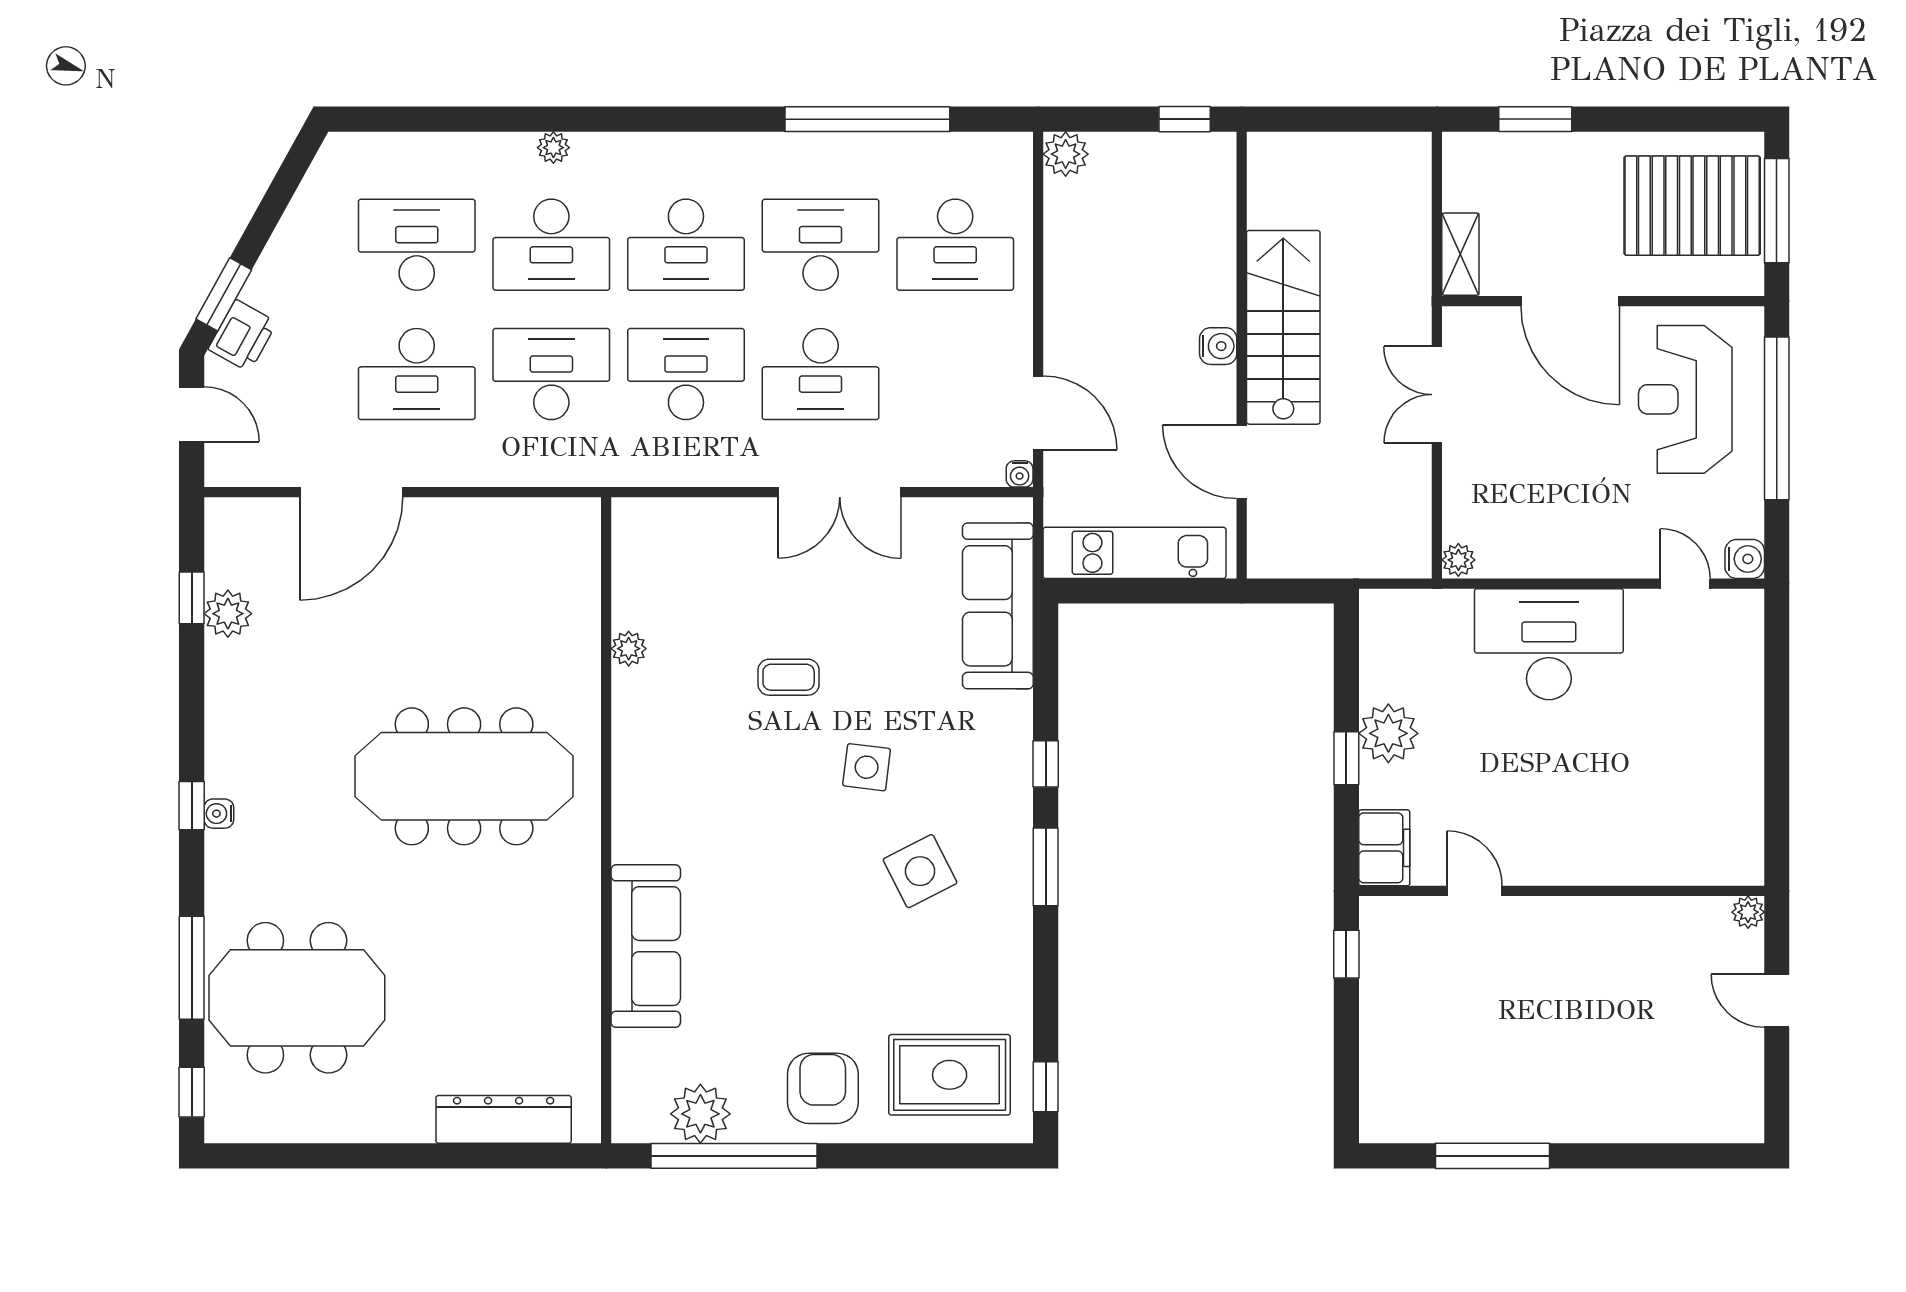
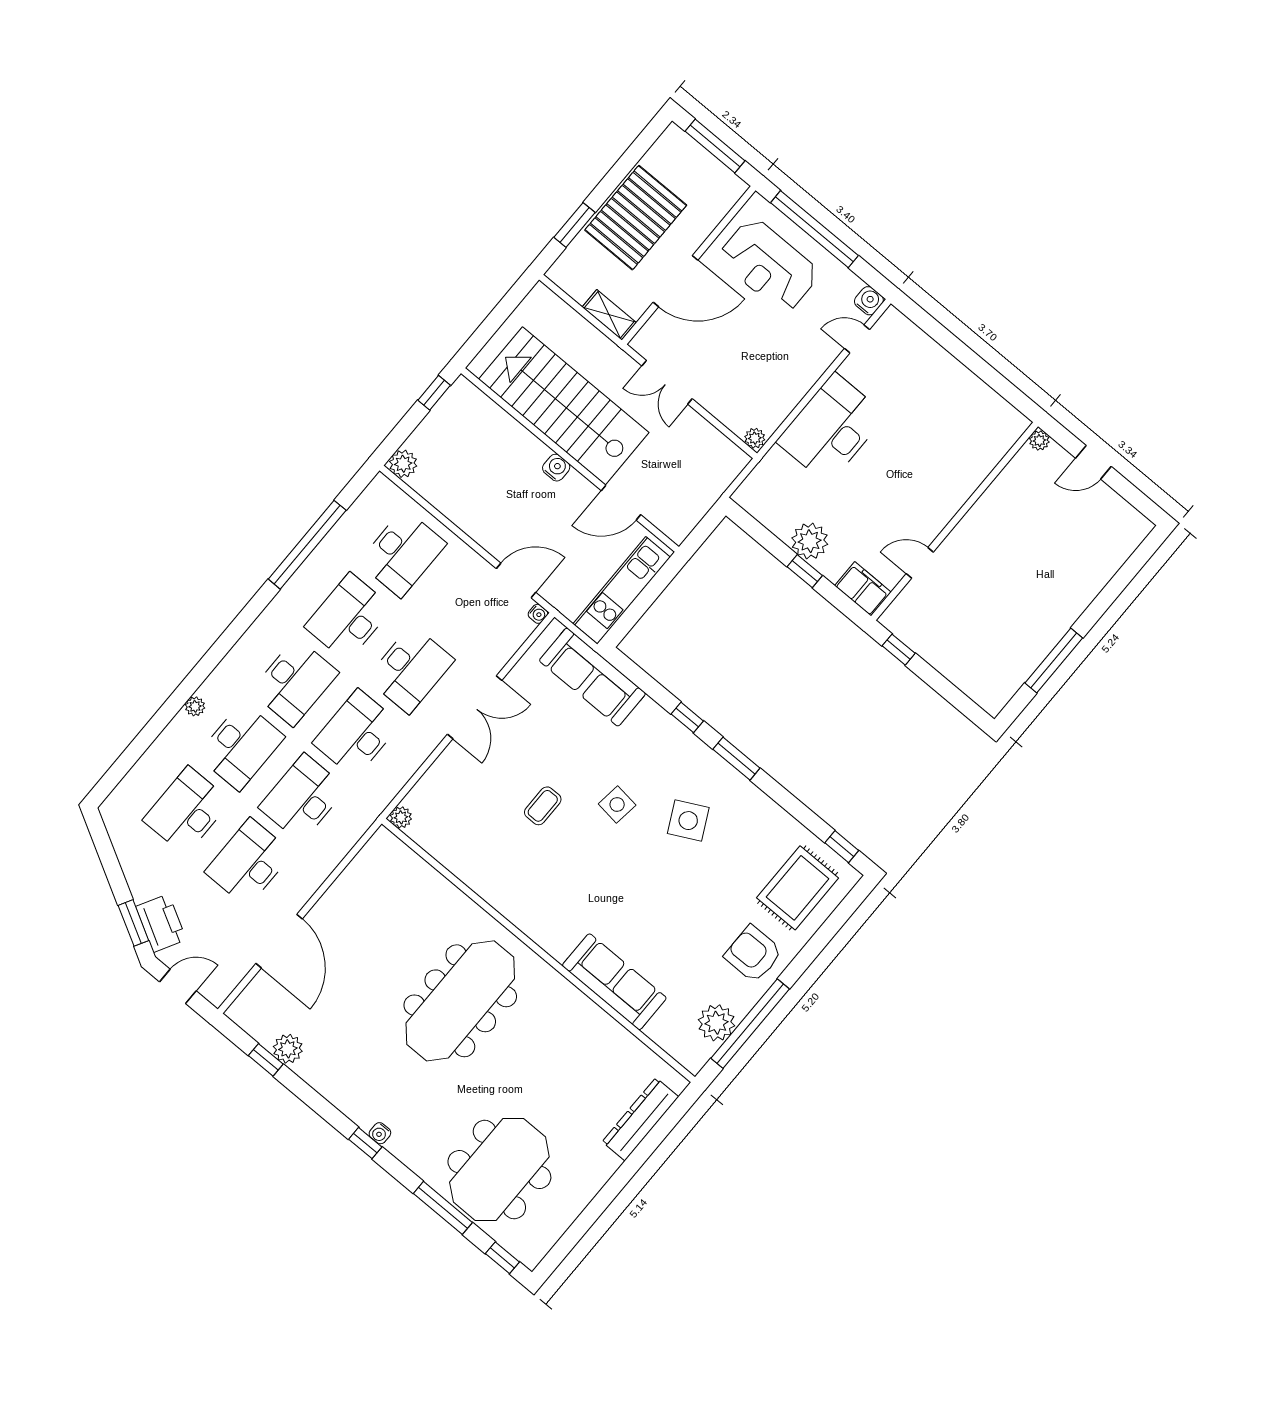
pallet: (1692, 206) -> (636, 218), moved
stairs: (1283, 327) -> (564, 406), width x1.36, depth x1.51
printer: (243, 336) -> (161, 923), width x1.37, depth x1.19
desk: (417, 374) -> (249, 862), turned 180
plant: (629, 649) -> (401, 817), moved

